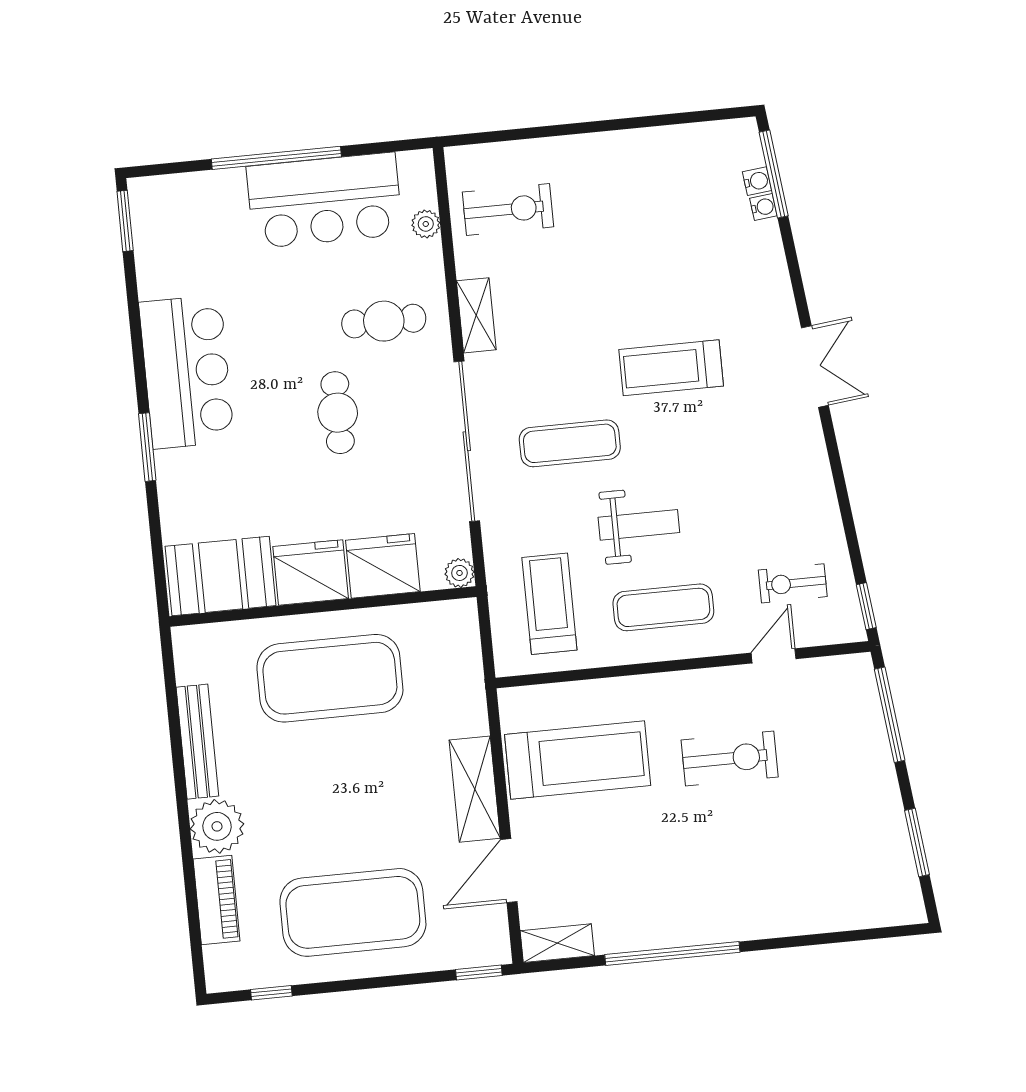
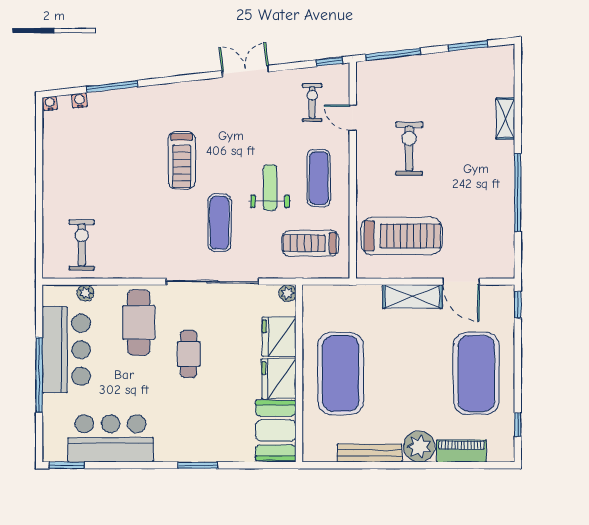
window: (774, 174) -> (112, 86), moved
water cooler: (763, 207) -> (50, 103), moved
shelving: (476, 315) -> (141, 269), removed
cafe table: (384, 321) -> (139, 322), width x1.37, depth x1.35
double door: (815, 367) -> (245, 71), moved
bar counter: (187, 372) -> (111, 438), moved
cafe table: (338, 413) -> (189, 354), turned 90
exercise bike: (793, 583) -> (312, 103), turned 180
treadmill: (578, 760) -> (401, 236), turned 90
shelving: (557, 943) -> (505, 119), moved

